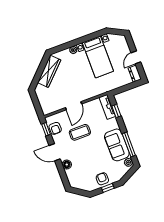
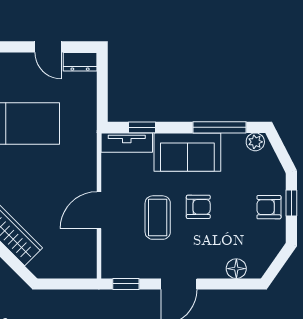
door: (74, 106) -> (99, 210), swing flipped
armchair: (55, 128) -> (198, 207), moved
sofa: (117, 145) -> (187, 152), moved
floor lamp: (67, 165) -> (236, 269), moved

